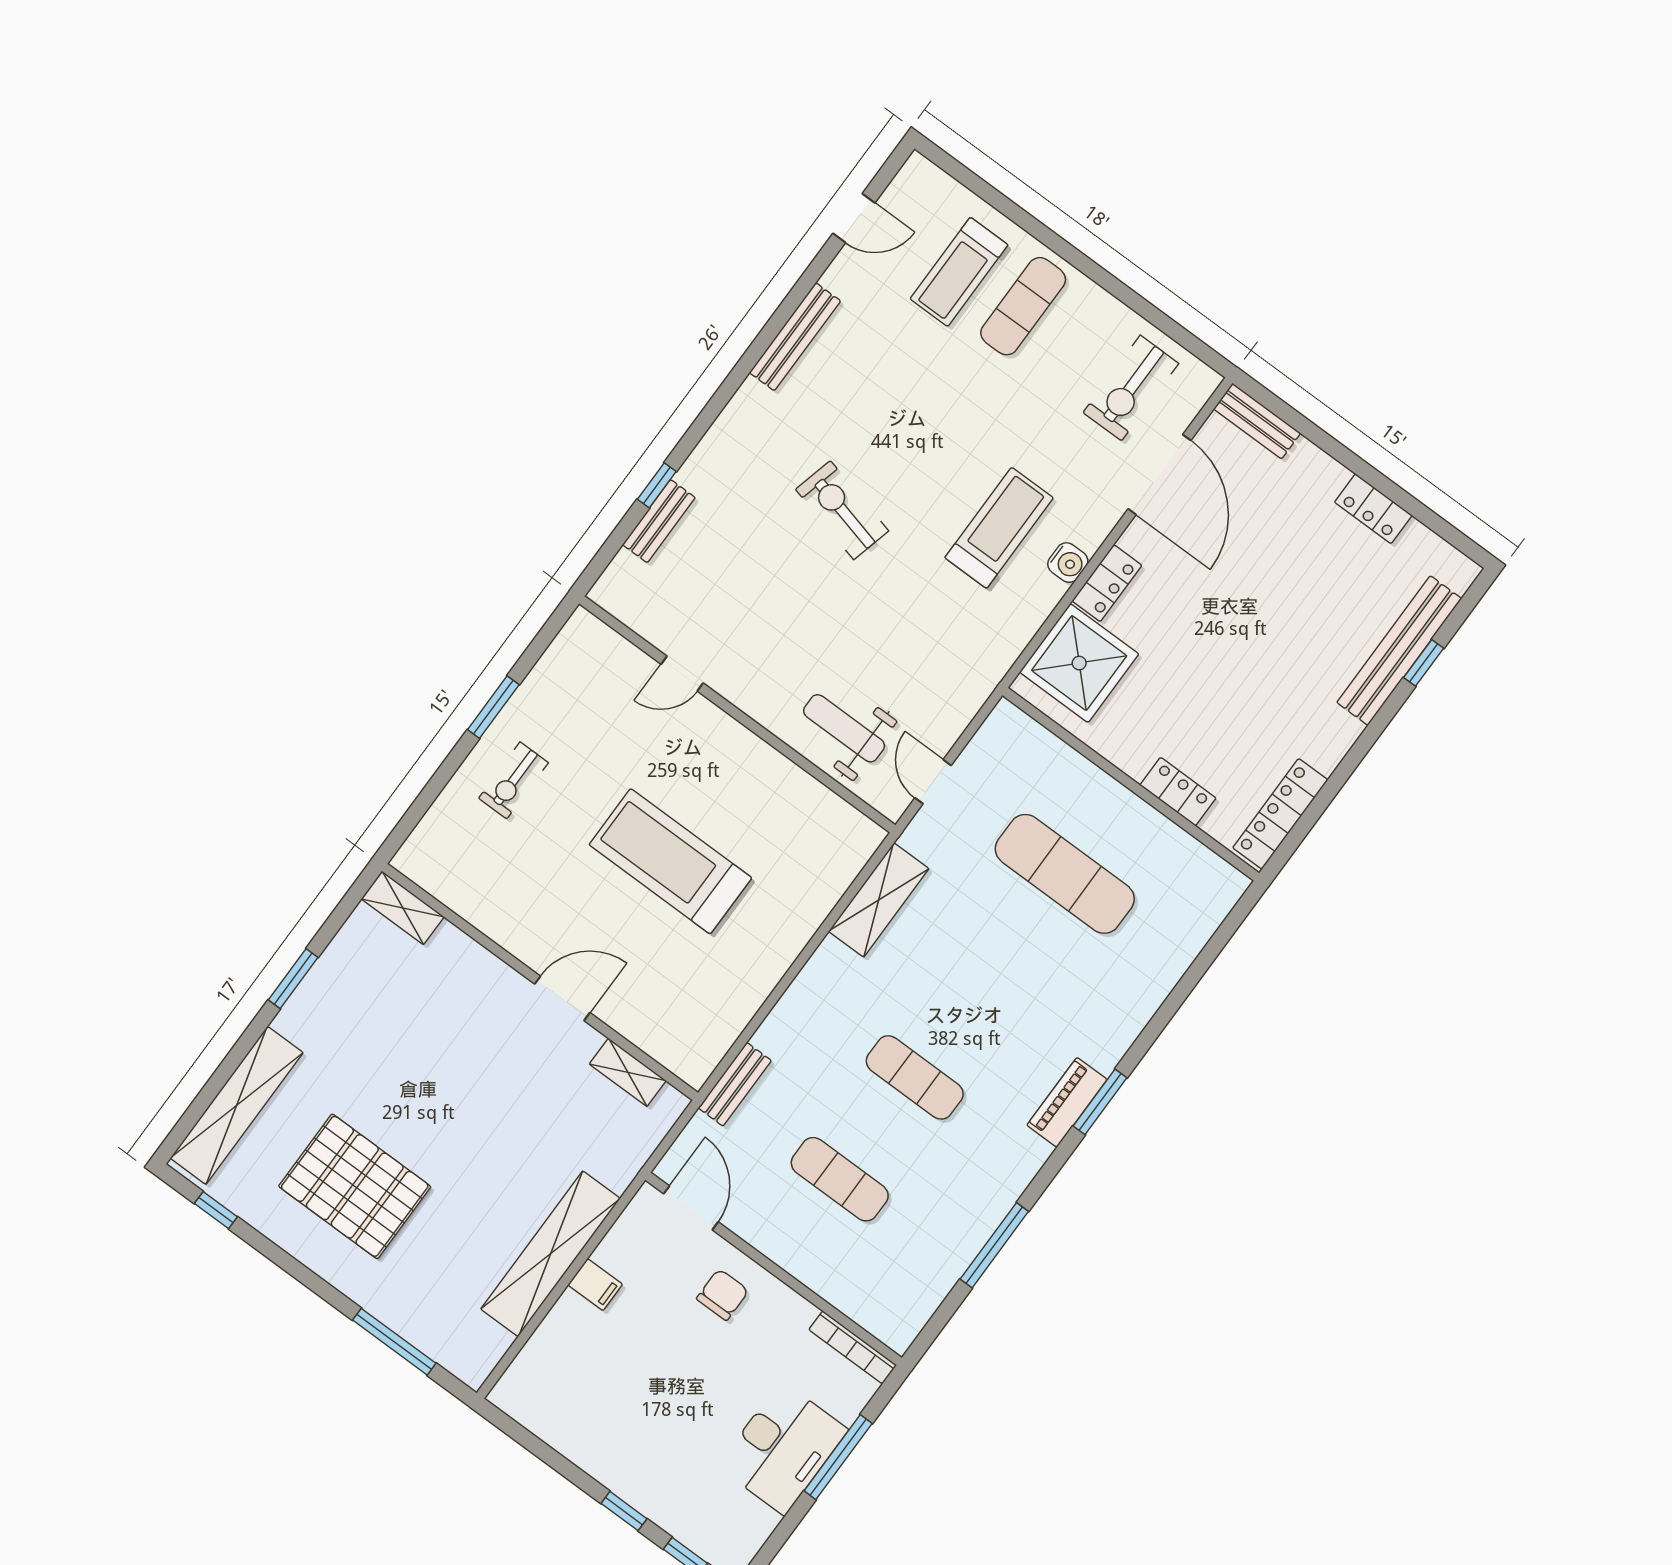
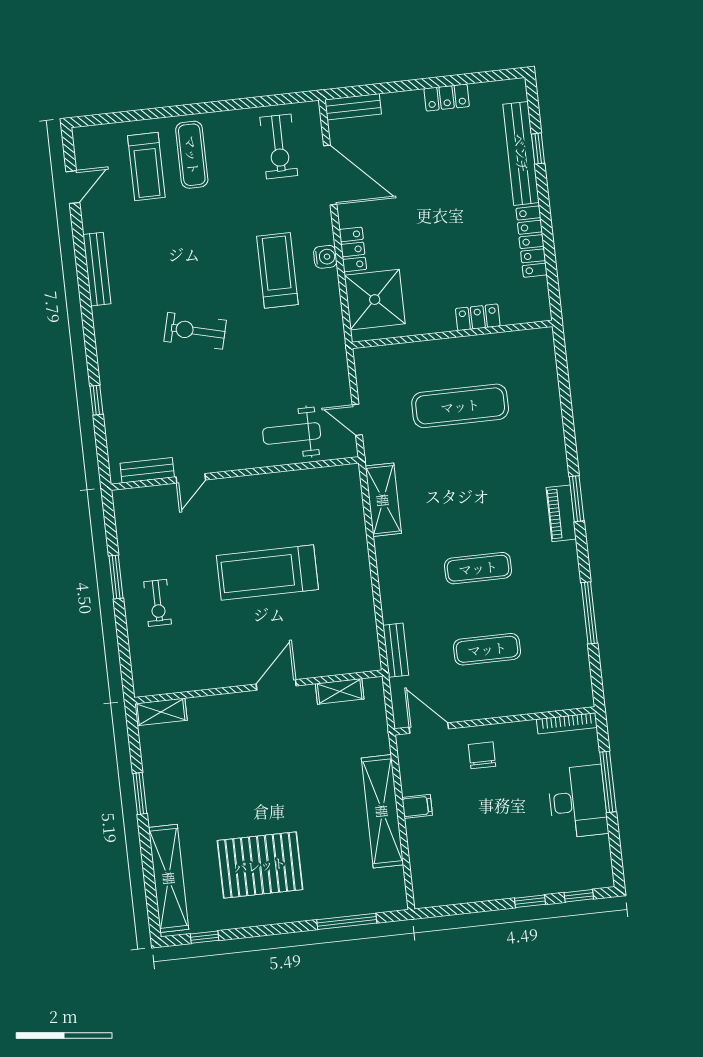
bench: (659, 521) -> (147, 470), moved, turned 90
locker: (1280, 814) -> (532, 242), moved

